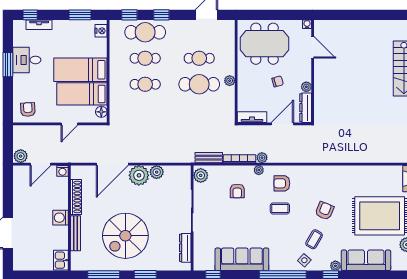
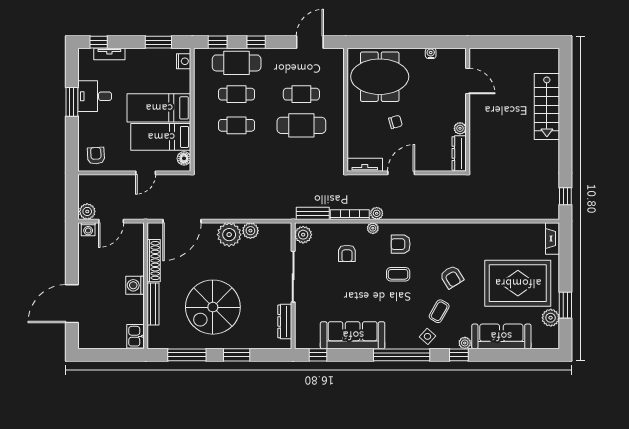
door: (313, 47) -> (468, 81), moved
wall: (313, 71) -> (468, 110), moved
plant: (230, 81) -> (338, 121), removed
plant: (306, 87) -> (460, 128), moved
dresser: (306, 108) -> (459, 153), moved
door: (112, 164) -> (182, 221), moved
washing machine: (62, 171) -> (88, 229), moved
armchair: (325, 211) -> (452, 277), turned 126

